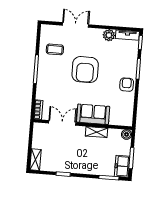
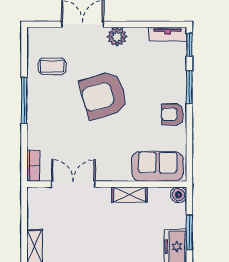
plant: (109, 35) -> (117, 37), moved
armchair: (85, 70) -> (104, 95), turned 74
armchair: (127, 85) -> (172, 114), turned -90
sofa: (93, 114) -> (158, 166), moved

